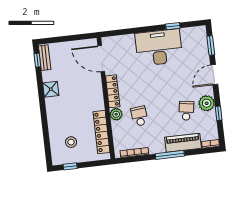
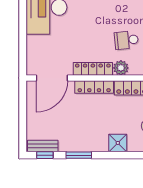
window: (41, 88) -> (79, 155), added
shower: (51, 89) -> (118, 143), moved
locker: (98, 94) -> (94, 87), added

